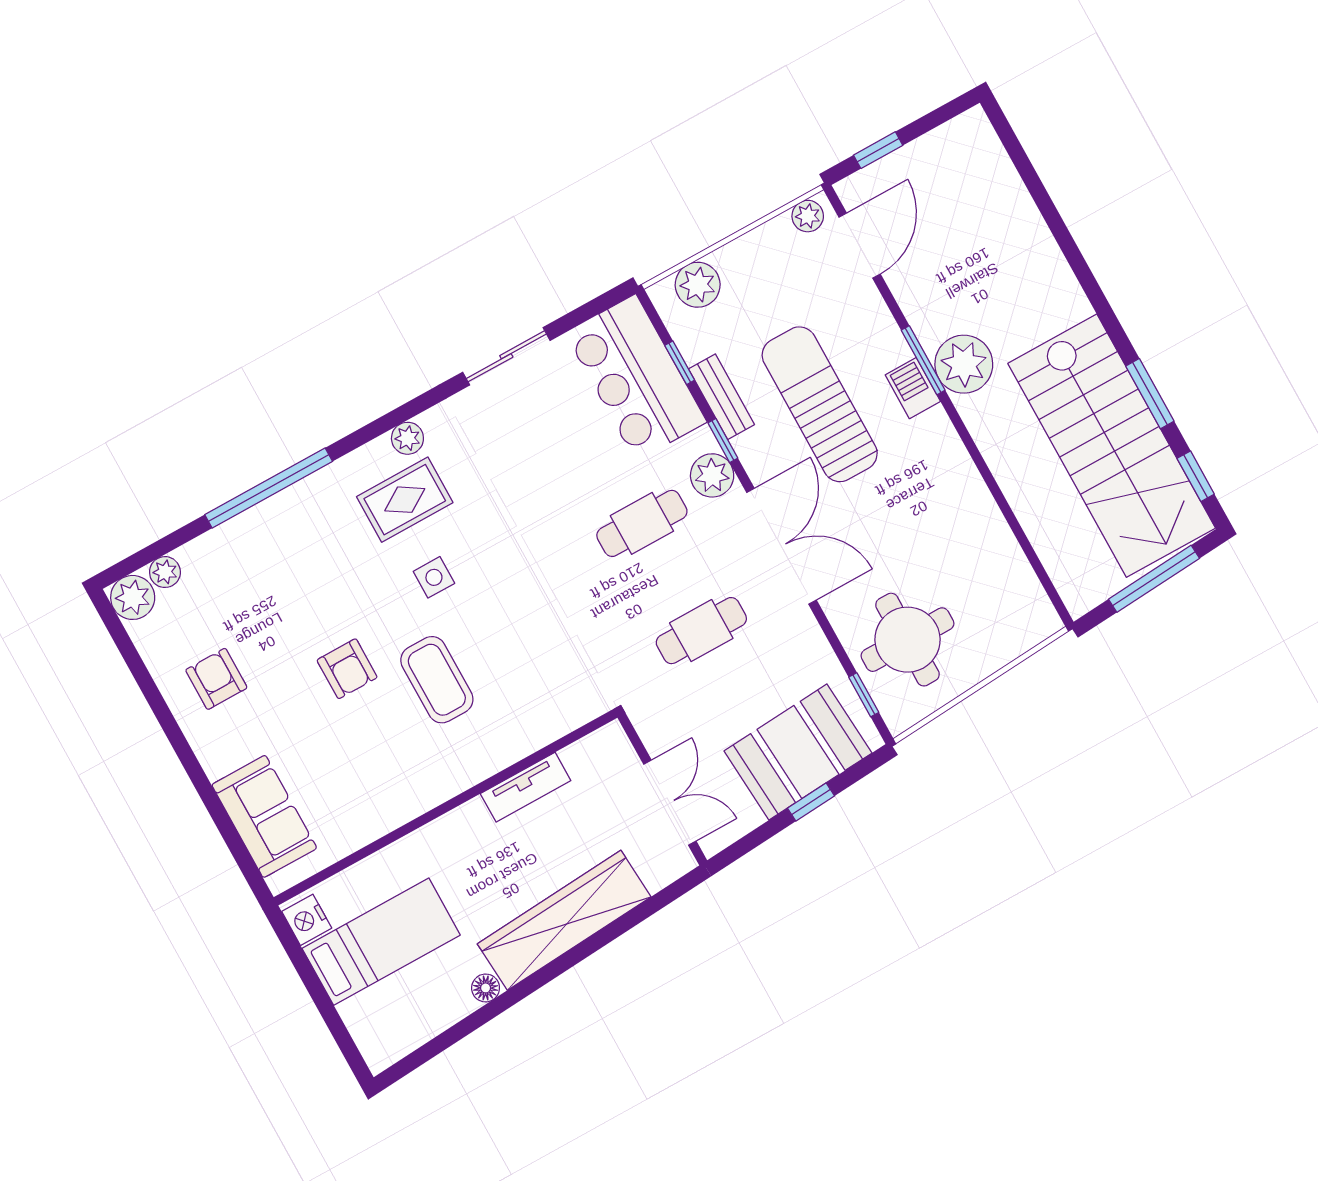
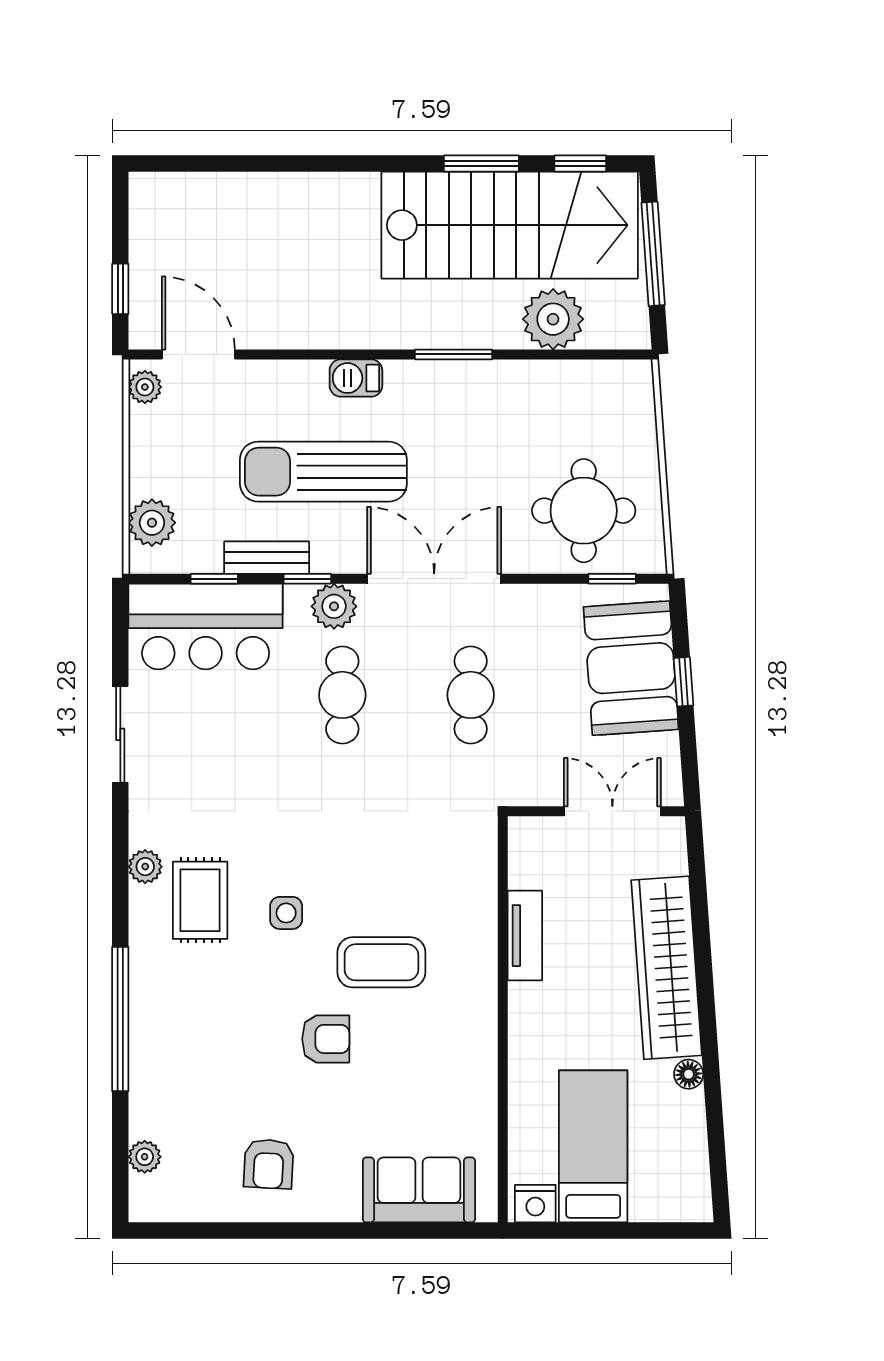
window: (923, 360) -> (454, 354), moved
plant: (964, 364) -> (553, 319), moved
plant: (133, 597) -> (152, 1199), removed
armchair: (216, 679) -> (269, 1164), turned -87

